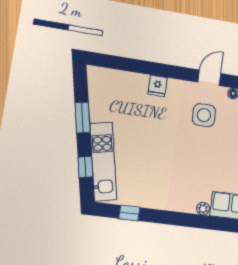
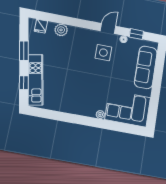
plant: (138, 83) -> (61, 30), added
fridge: (157, 86) -> (41, 26), moved
window: (129, 213) -> (51, 114), removed

